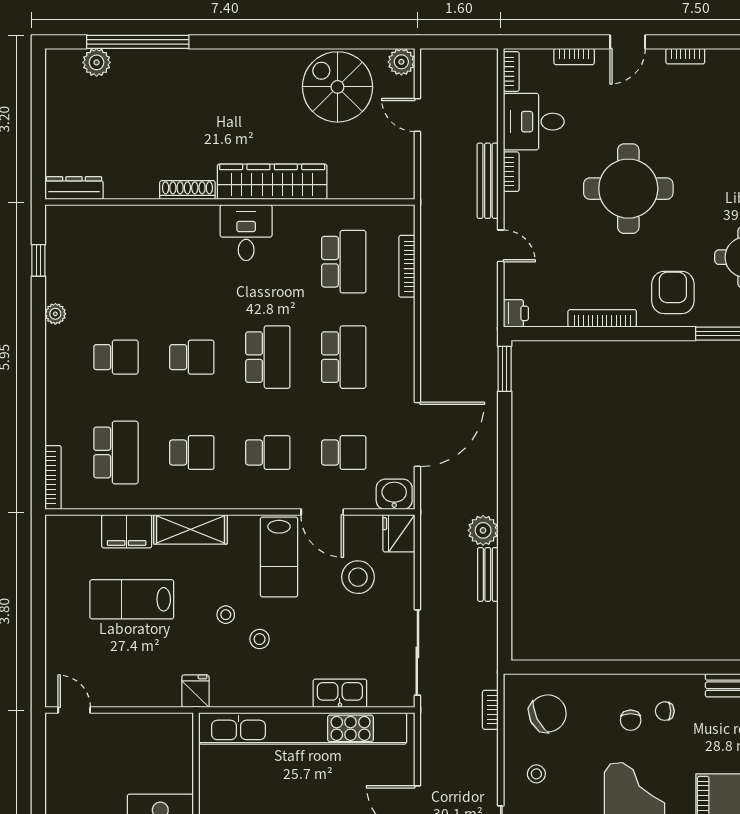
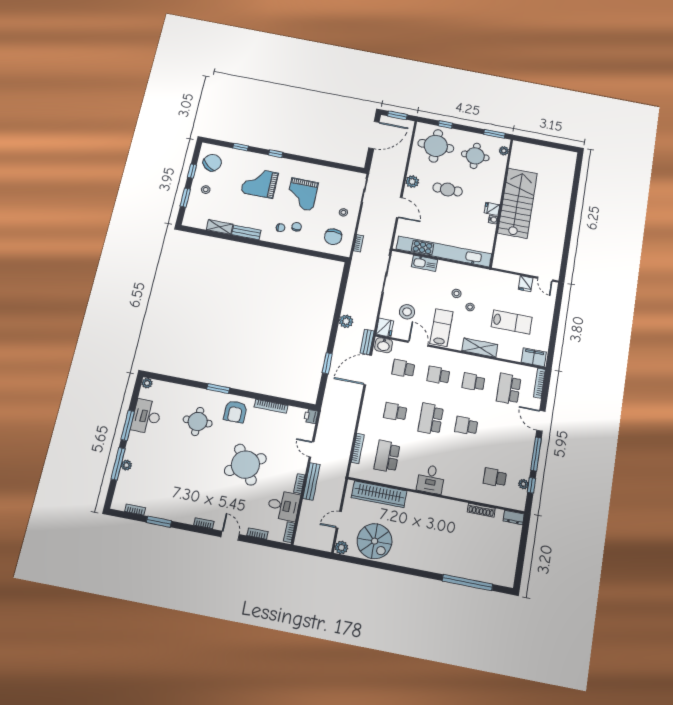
door: (628, 42) -> (230, 536), hinge flipped
plant: (97, 62) -> (489, 576), removed
door: (417, 115) -> (339, 520), swing flipped
wardrobe: (272, 182) -> (379, 494), moved
dresser: (74, 188) -> (514, 517), width x0.70
round table: (628, 189) -> (245, 465), turned -32
shoe rack: (187, 190) -> (481, 510), moved
plant: (55, 314) -> (523, 484), moved
window: (38, 326) -> (536, 454), added
school desk: (116, 357) -> (495, 477), moved
school desk: (344, 357) -> (395, 412), width x0.54
window: (505, 369) -> (327, 363), moved
door: (38, 398) -> (541, 421), added
filing cabinet: (127, 531) -> (534, 357), moved
bench: (488, 574) -> (367, 342), moved
fridge: (195, 691) -> (526, 284), moved
chair: (548, 713) -> (333, 237), turned -64

